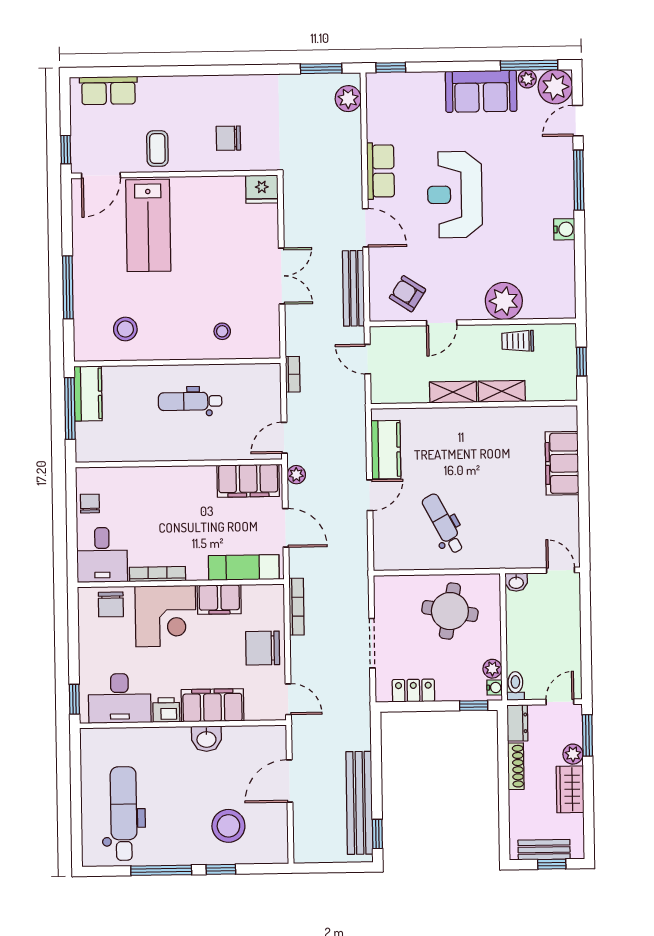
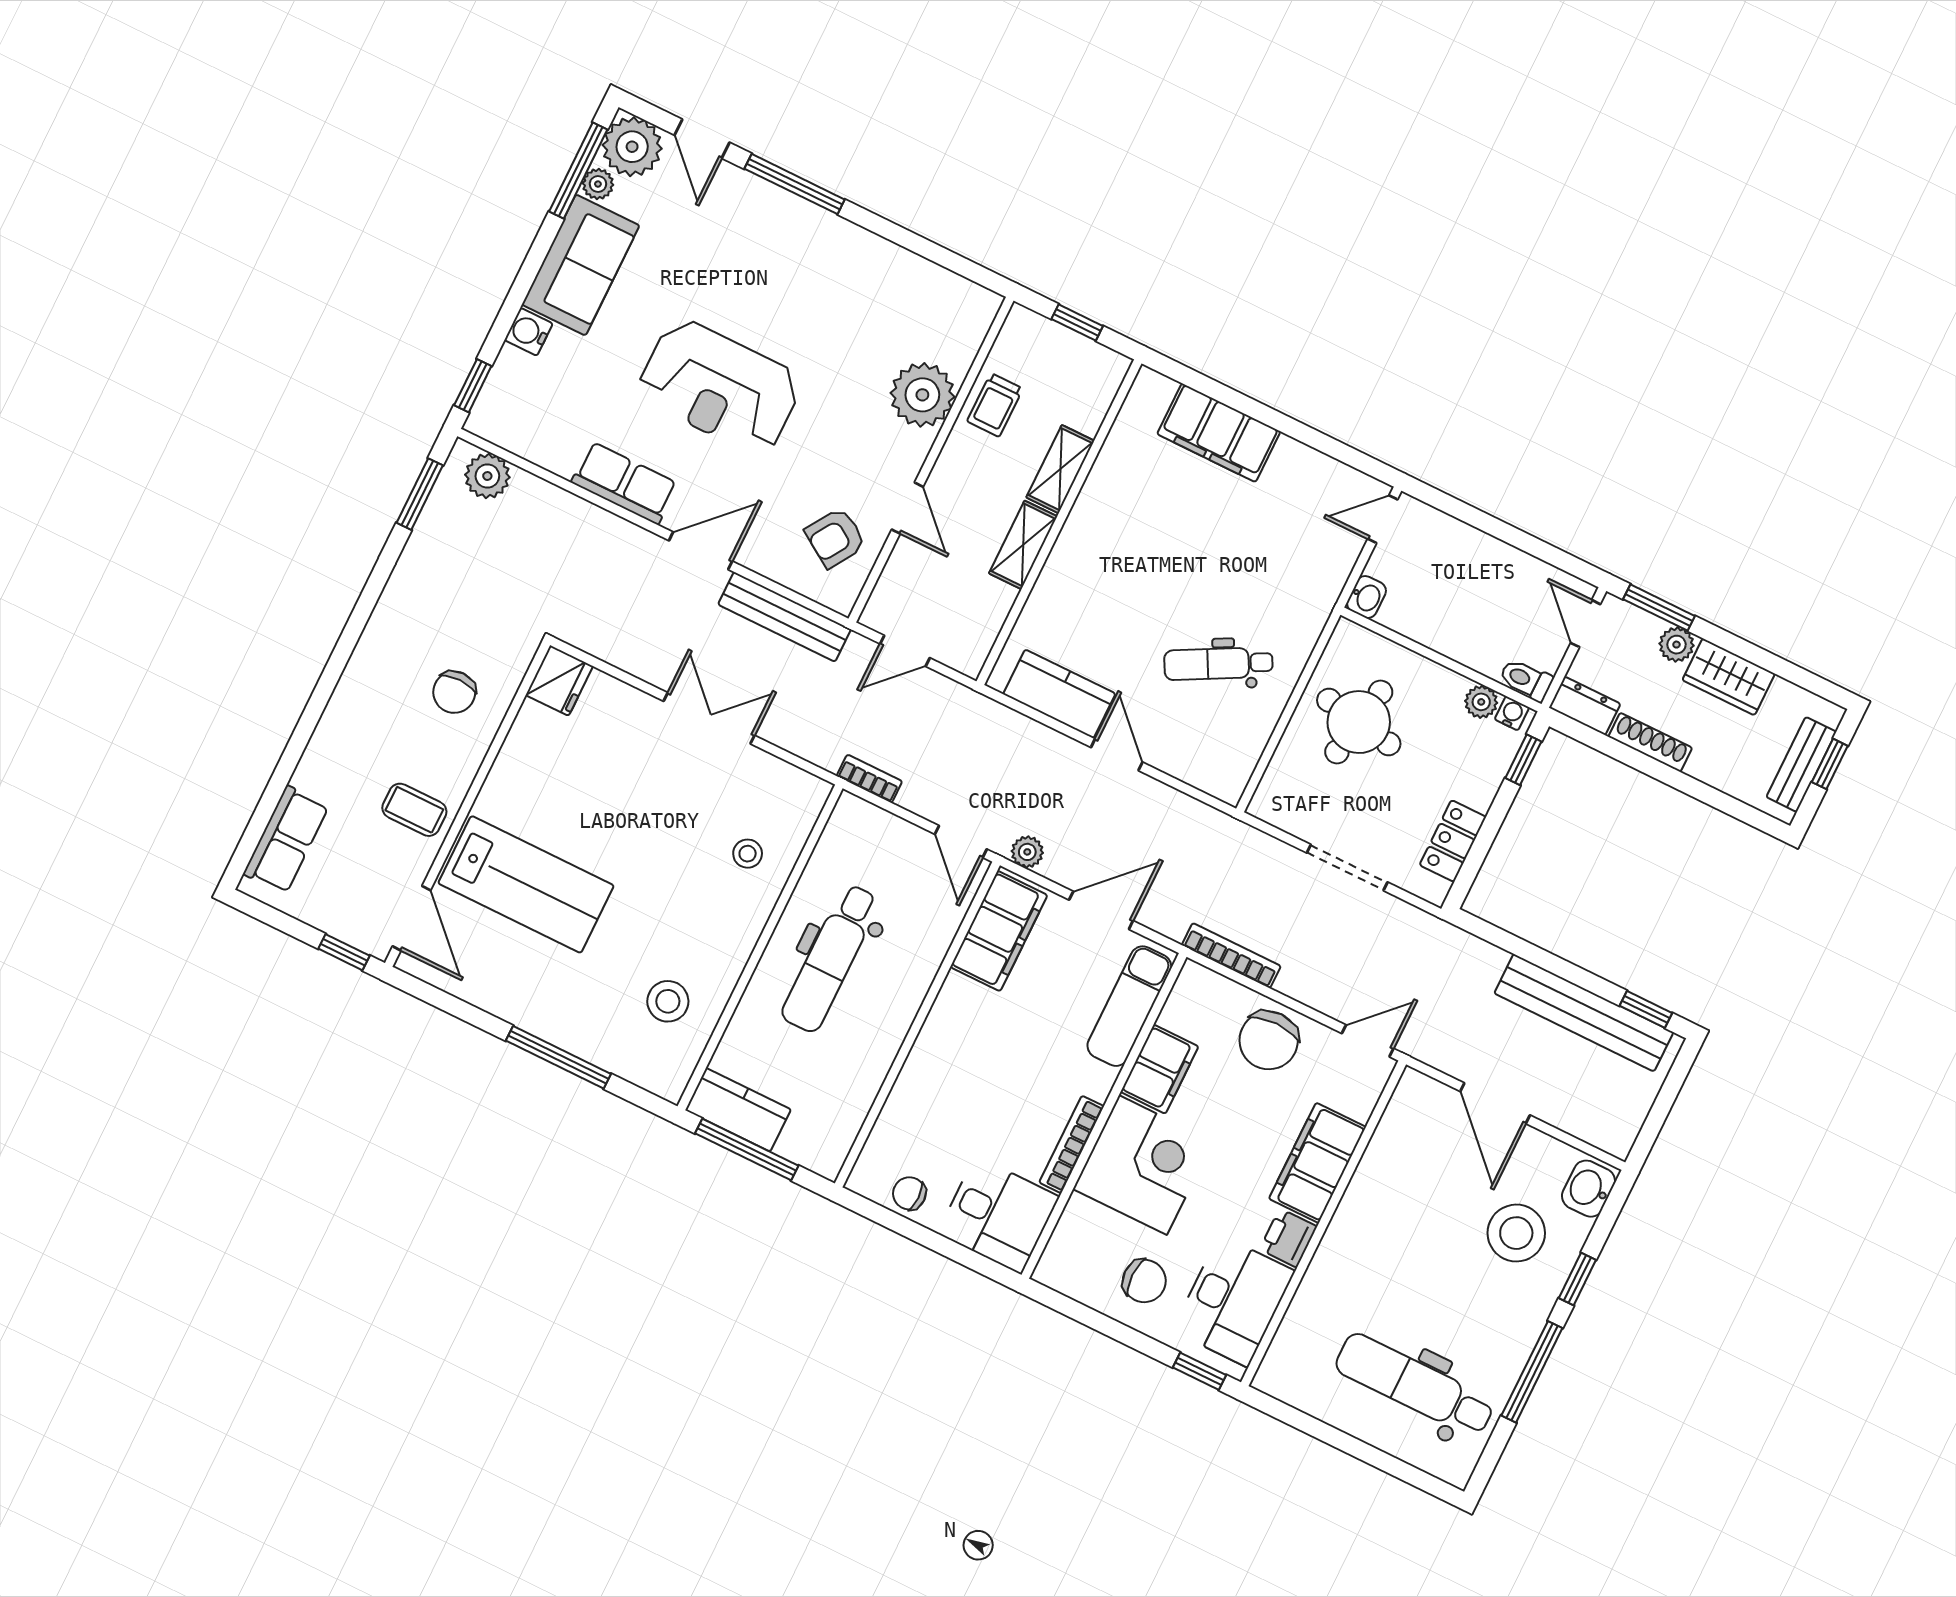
water cooler: (564, 229) -> (529, 332), moved, turned -90
dental chair: (190, 401) -> (830, 958), width x1.36, depth x1.38
chair: (111, 604) -> (1144, 1281), moved
washbasin: (206, 739) -> (1588, 1189), moved, turned 180

